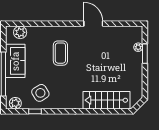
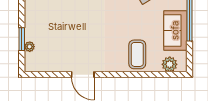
coffee table: (60, 53) -> (137, 54), moved

